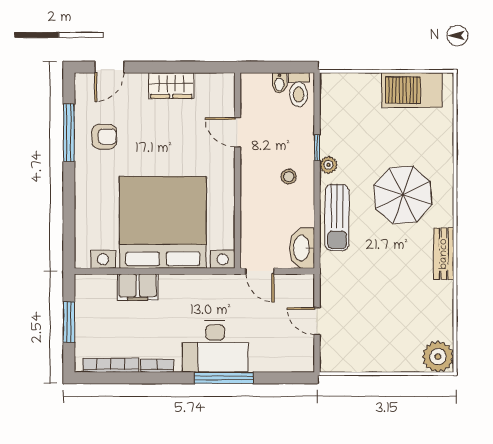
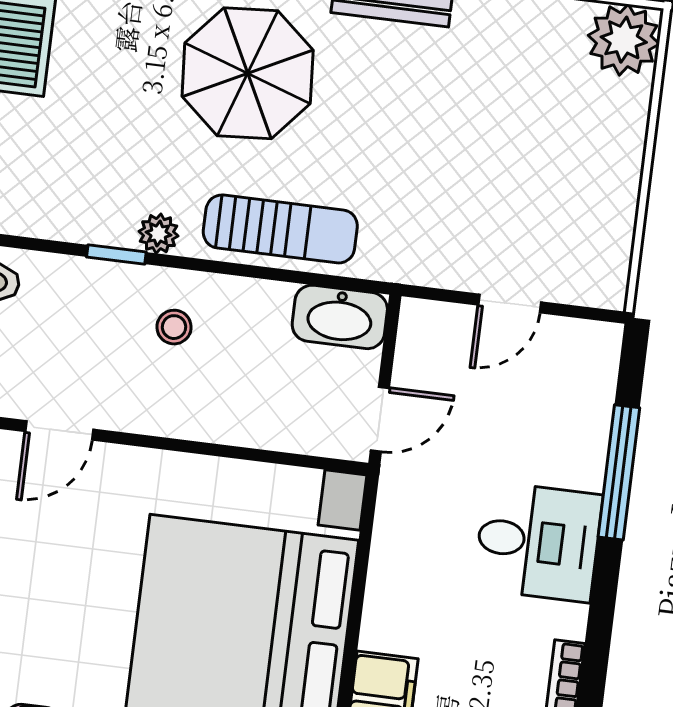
desk: (215, 346) -> (538, 542), width x0.73
window: (224, 378) -> (619, 472), moved

